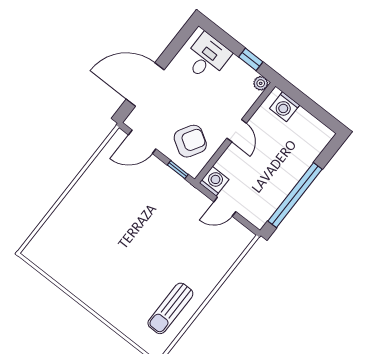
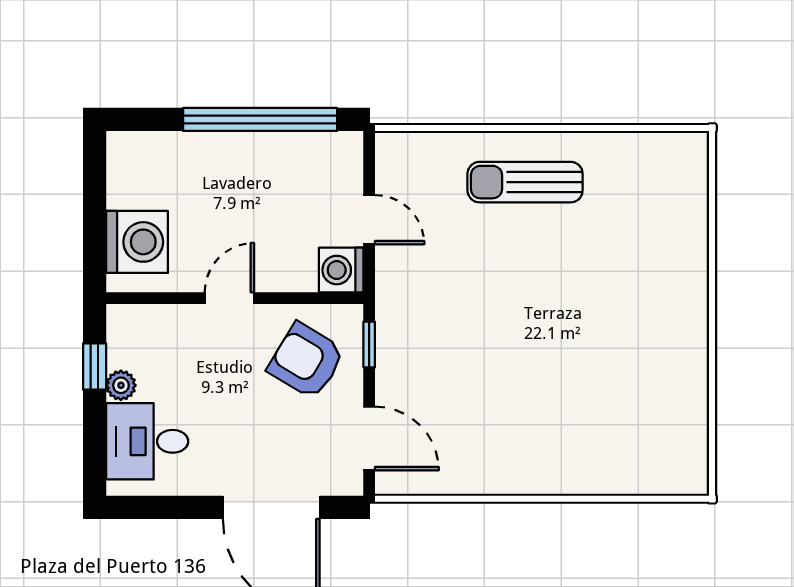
plant: (261, 83) -> (121, 385), moved
washing machine: (285, 107) -> (137, 242), width x1.37, depth x1.37
sun lounger: (170, 308) -> (525, 182), moved, turned 180

